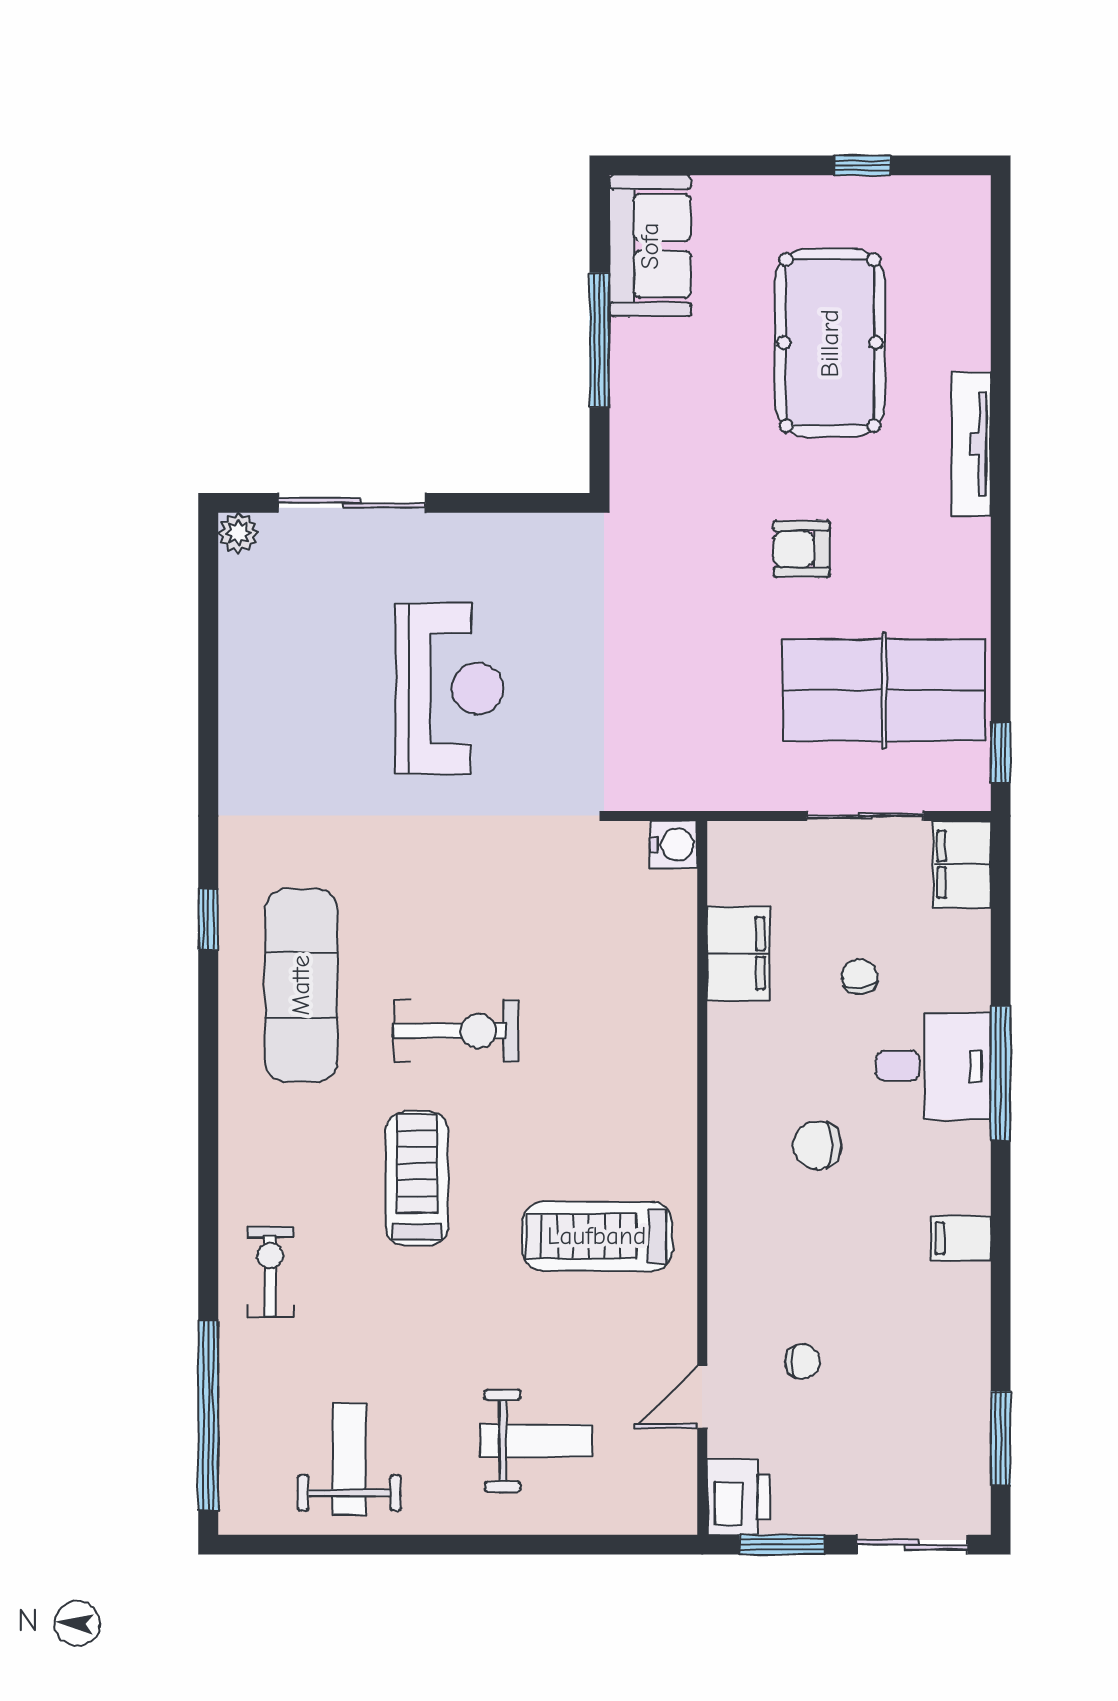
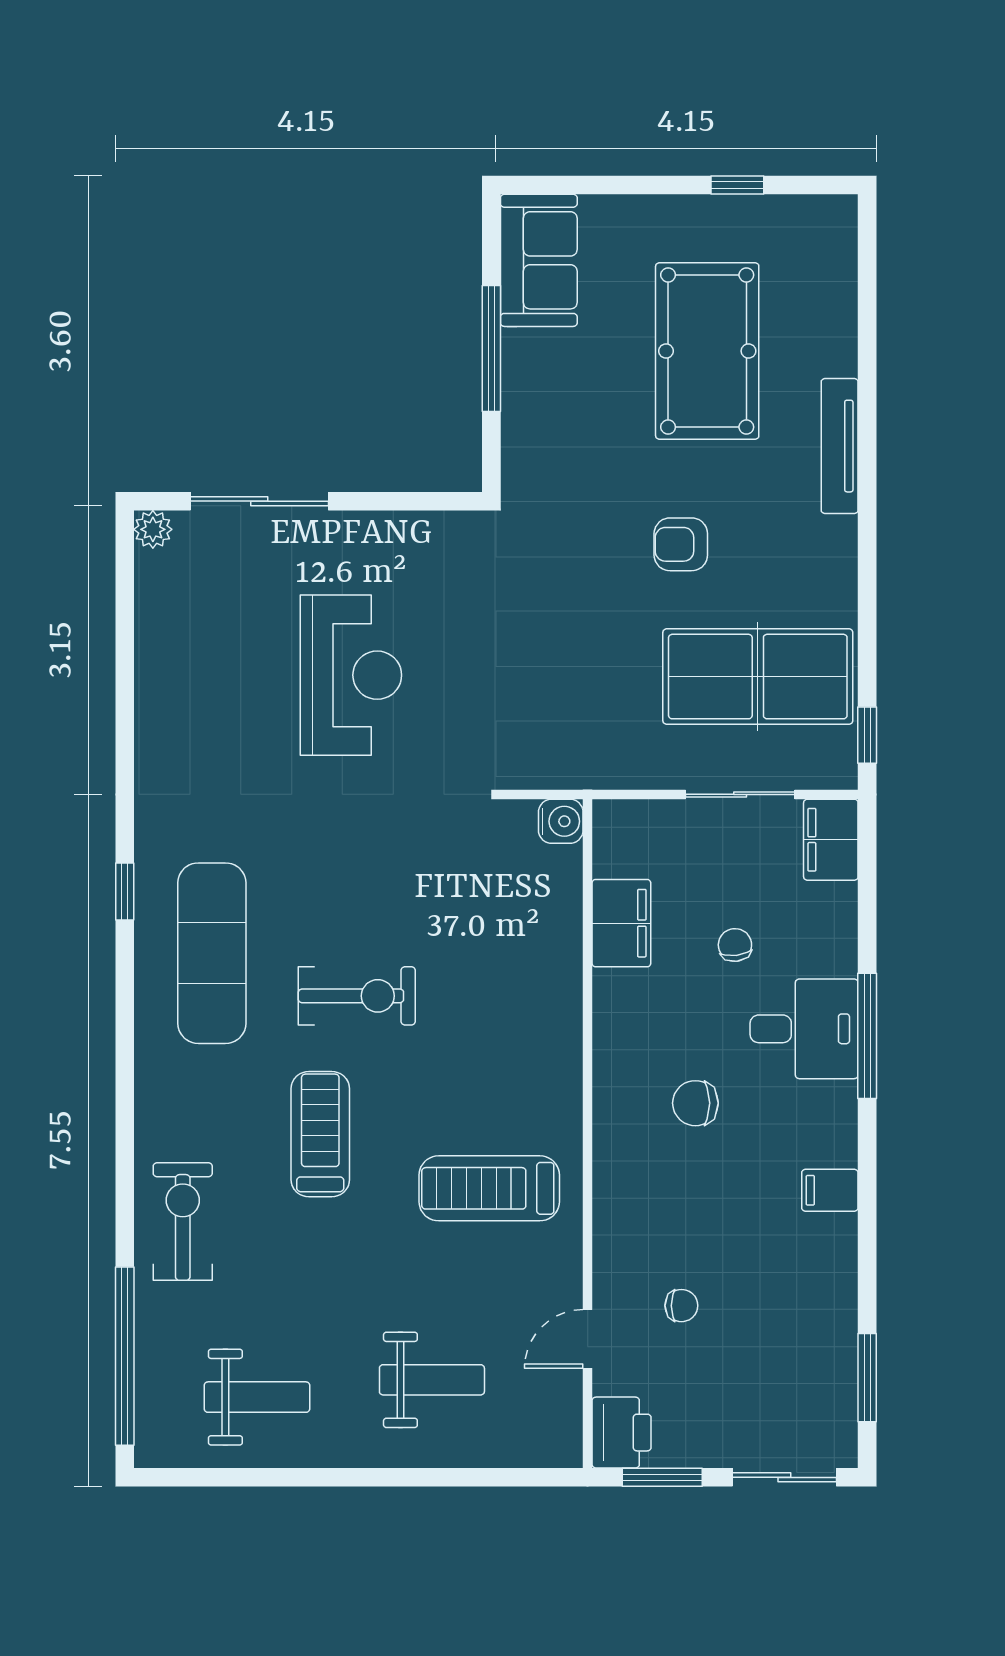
exercise bike: (270, 1272) -> (183, 1222), width x1.38, depth x1.39
weight bench: (349, 1459) -> (257, 1397), turned 90

